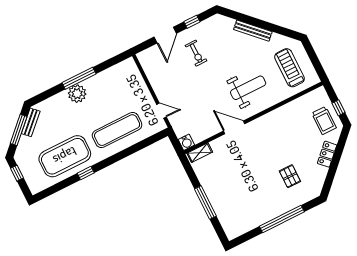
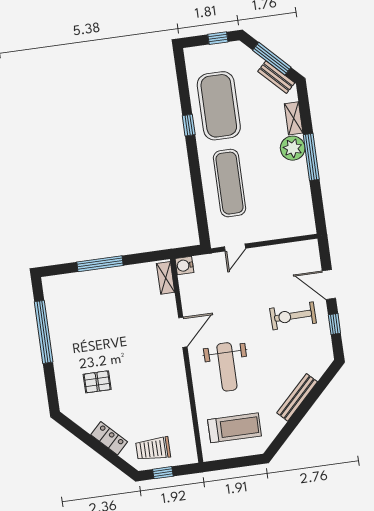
exercise bike: (196, 53) -> (293, 316), width x1.38, depth x1.39
shelving: (56, 100) -> (294, 118), added
window: (282, 219) -> (44, 332), moved

